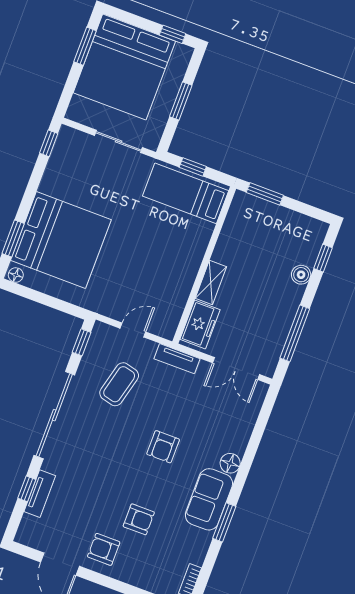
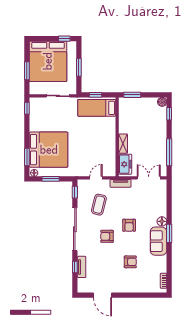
window: (85, 46) -> (27, 71), moved
boiler: (301, 275) -> (162, 102), moved
window: (44, 299) -> (51, 179), added
double door: (236, 369) -> (149, 178), swing flipped
window: (224, 522) -> (169, 233), moved
armchair: (104, 549) -> (107, 236), moved

